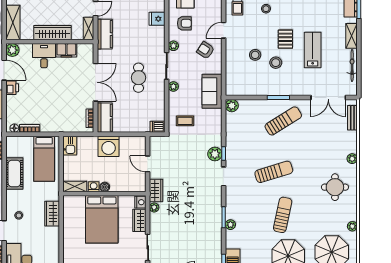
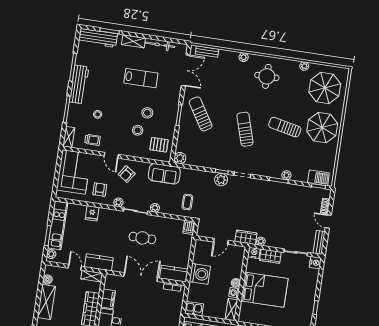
pallet: (285, 39) -> (159, 145), moved
lab bench: (313, 50) -> (141, 78), turned 180

